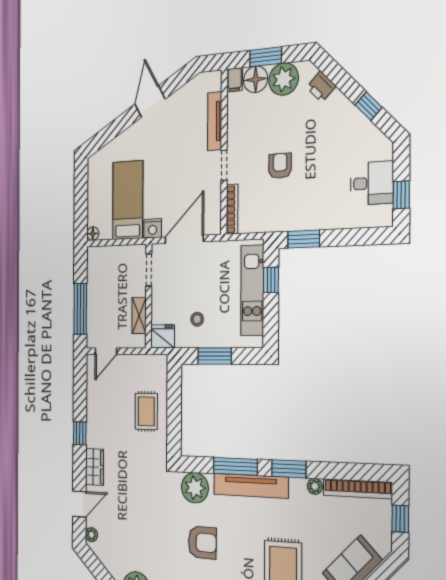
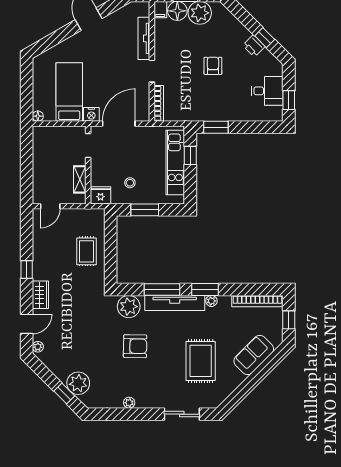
printer: (321, 87) -> (254, 46), moved
armchair: (280, 166) -> (213, 66), moved
window: (80, 309) -> (27, 174), removed
plant: (315, 486) -> (211, 301), moved

